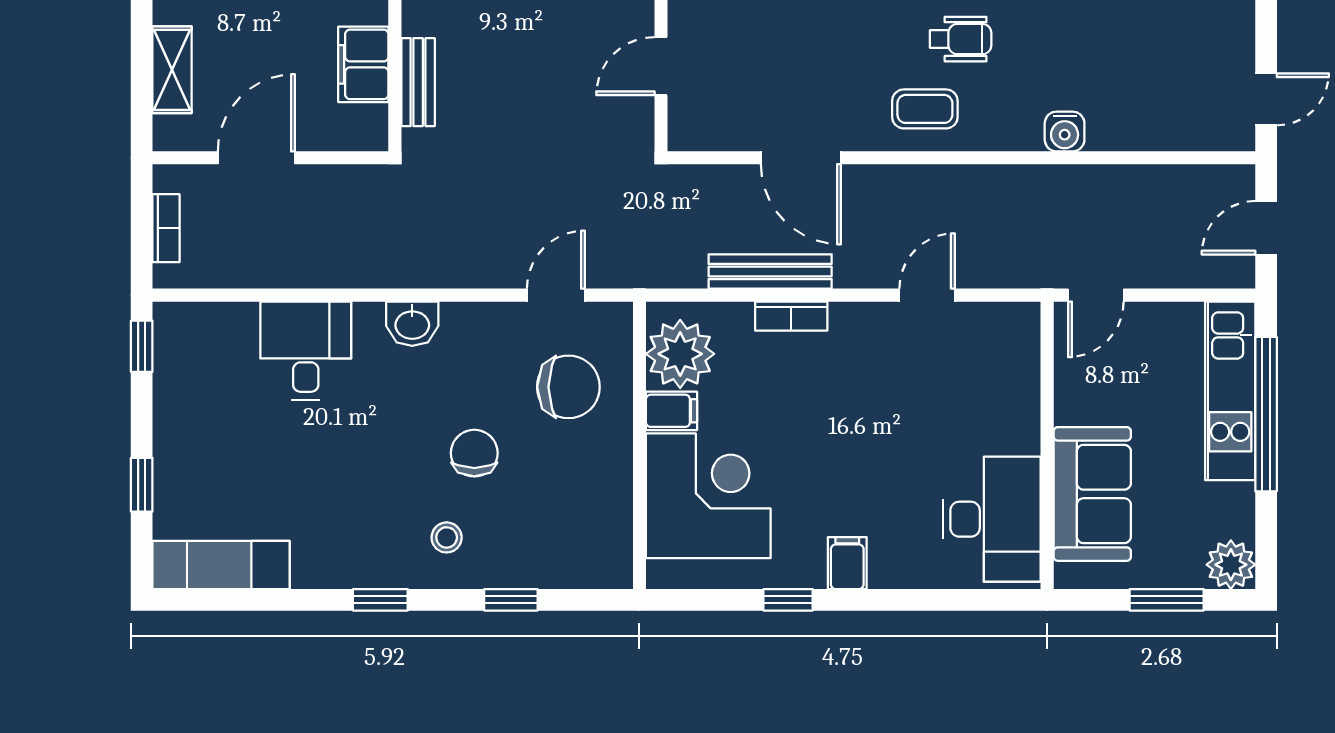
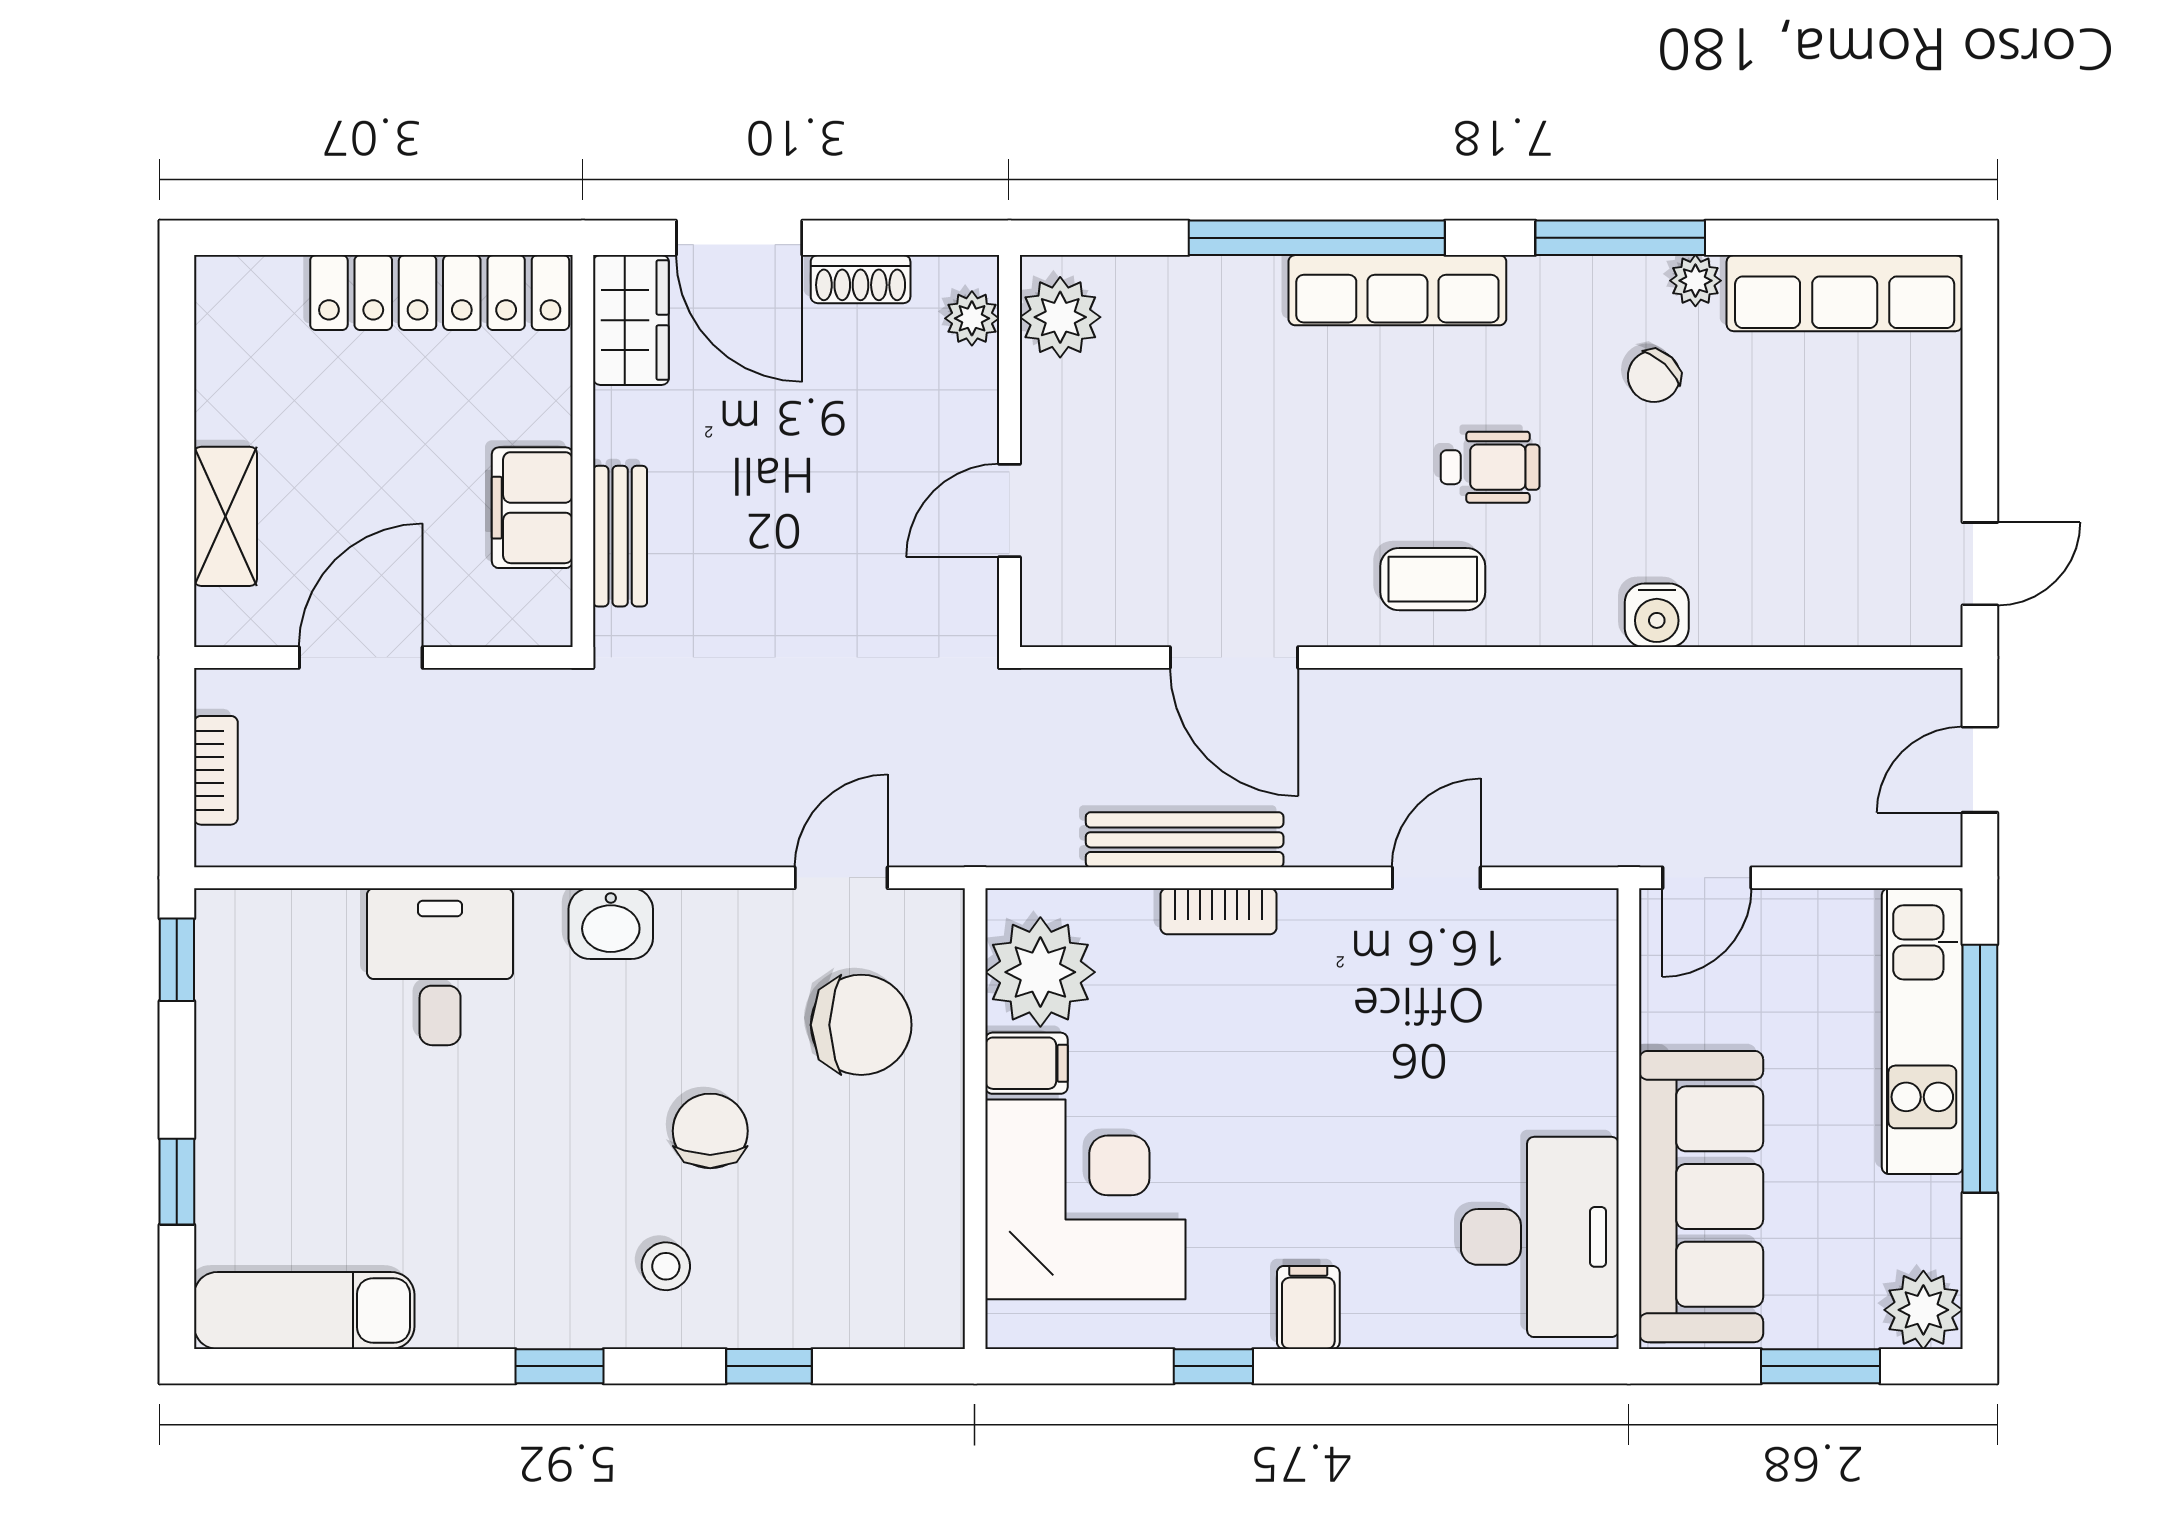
sofa: (1092, 494) -> (1701, 1197), width x1.36

